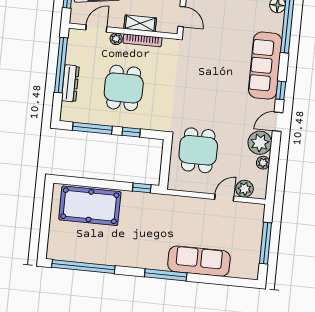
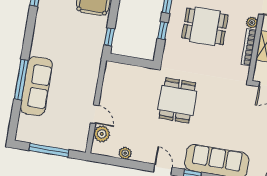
plant: (260, 143) -> (144, 151), removed
dining table: (198, 150) -> (177, 100), moved, turned 90
window: (166, 275) -> (21, 80), moved

